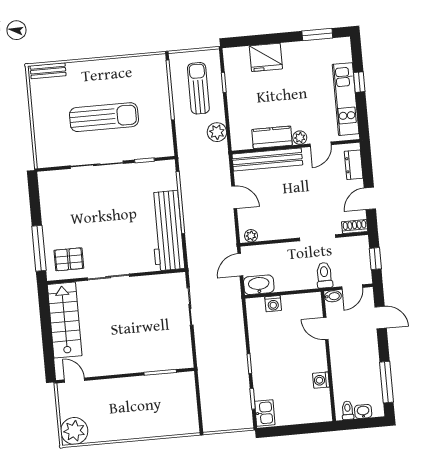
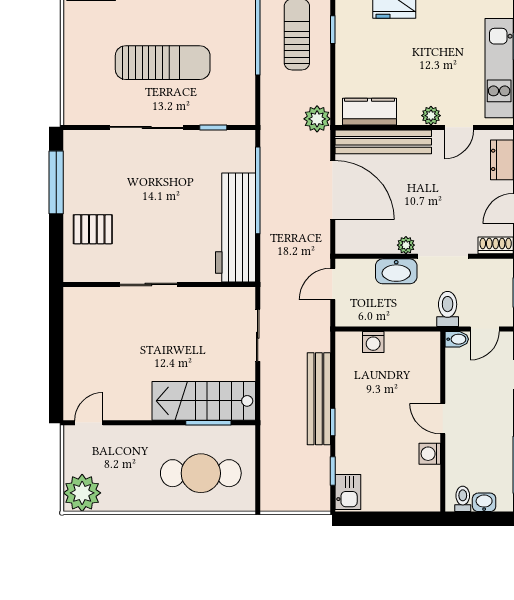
plant: (217, 132) -> (317, 119), moved
kitchen counter: (272, 137) -> (370, 112), moved
door: (234, 197) -> (333, 190), width x1.87
plant: (251, 236) -> (406, 245), moved
window: (39, 248) -> (56, 182), moved
pallet: (69, 259) -> (93, 229), moved
washbasin: (259, 285) -> (396, 271), moved, turned 180
stairs: (65, 320) -> (204, 401), moved, turned -90
door: (326, 328) -> (443, 419), moved
bench: (238, 348) -> (319, 399), added
door: (75, 380) -> (89, 423), hinge flipped
cafe table: (158, 409) -> (201, 473), added

